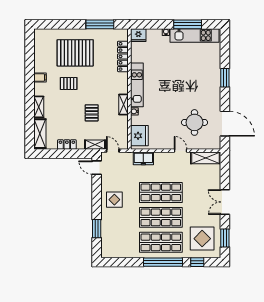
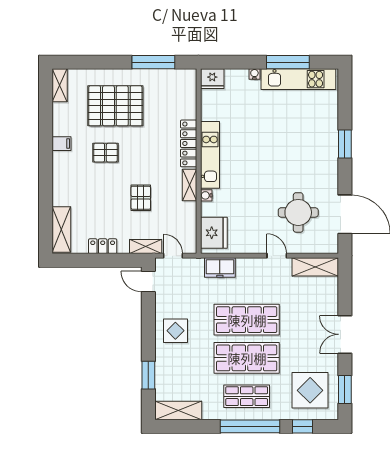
locker: (123, 56) -> (189, 143), moved
shelving: (39, 107) -> (60, 85), moved
shop shelf: (161, 242) -> (247, 396), width x0.70, depth x0.74
shelving: (116, 252) -> (178, 411), added

